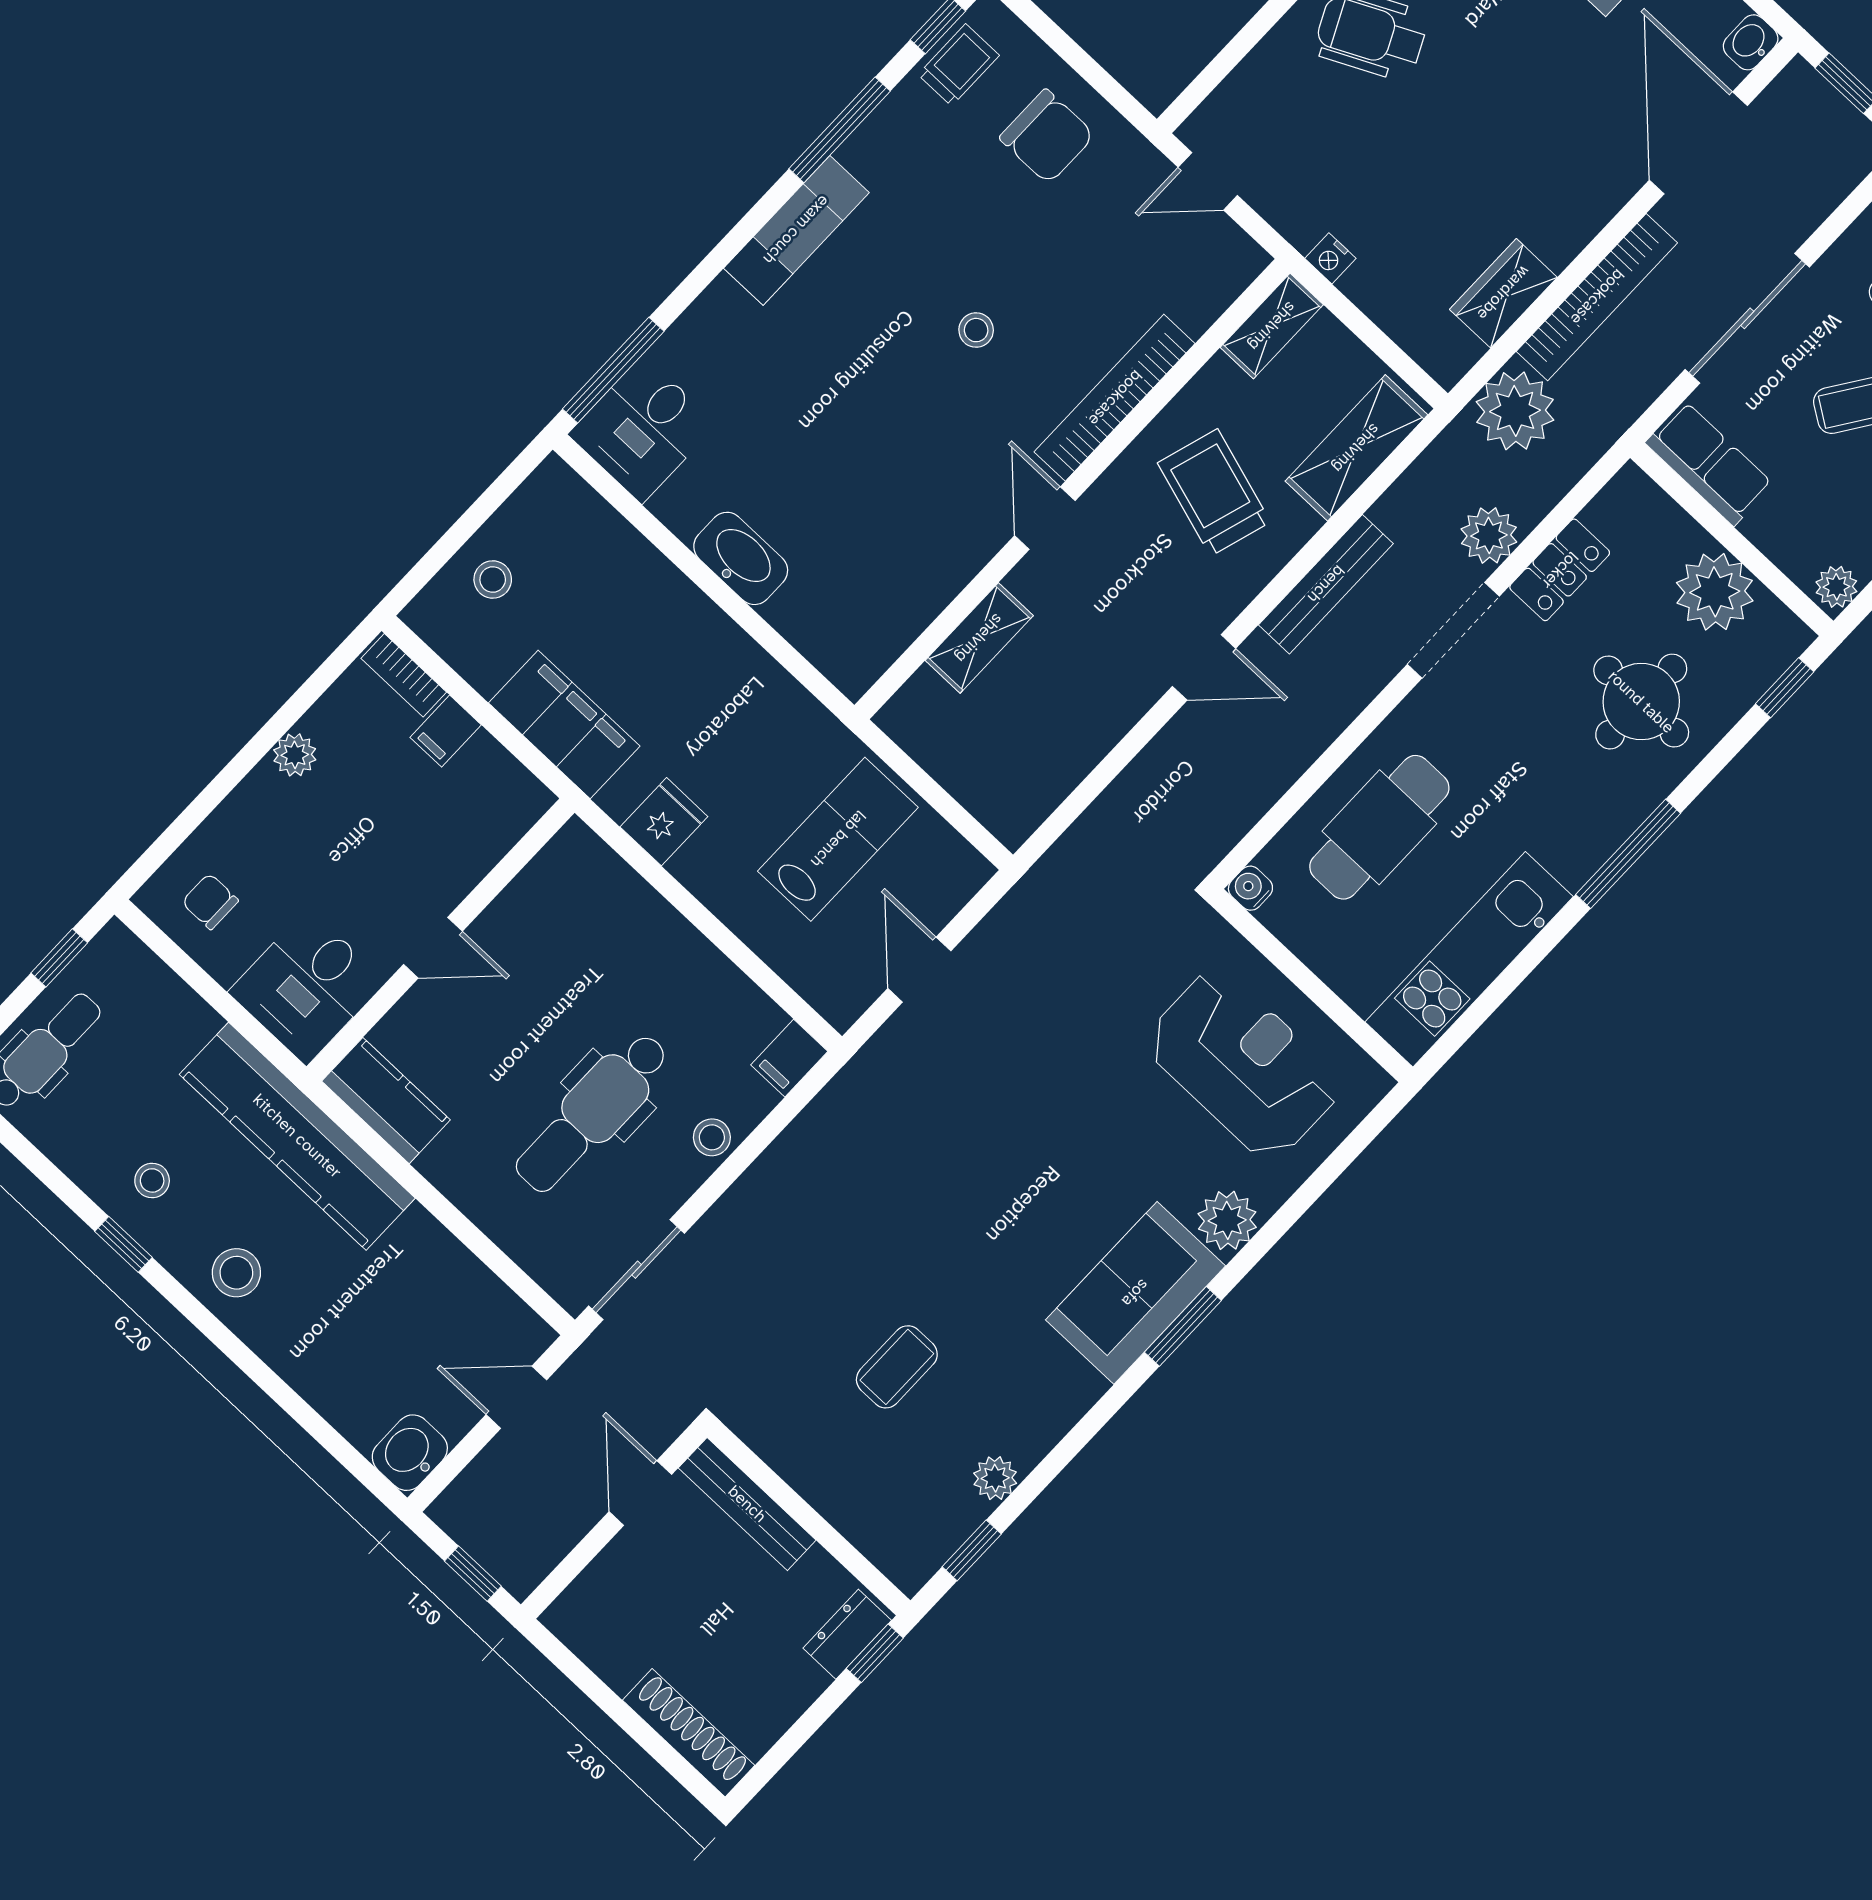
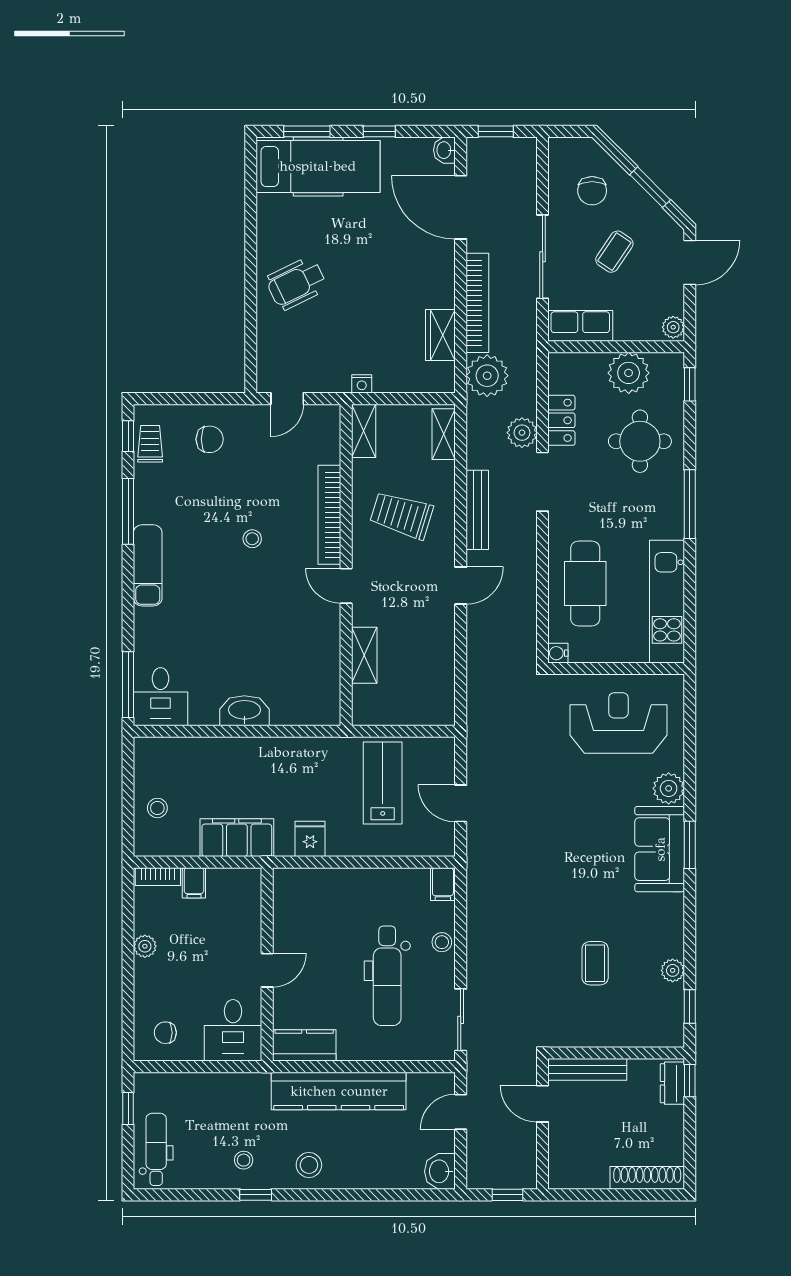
chair: (1047, 136) -> (210, 439), width x0.73, depth x0.73
shelving: (1356, 448) -> (444, 434), width x0.67, depth x0.75
kitchen counter: (297, 1136) -> (339, 1091), moved

